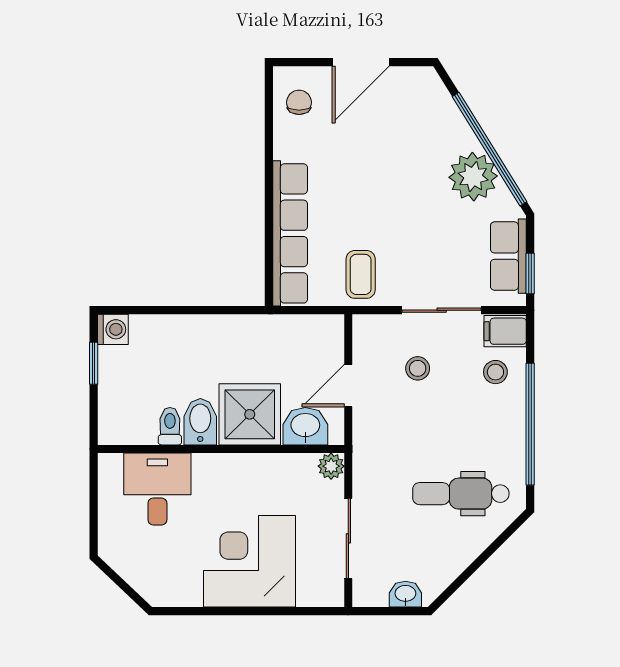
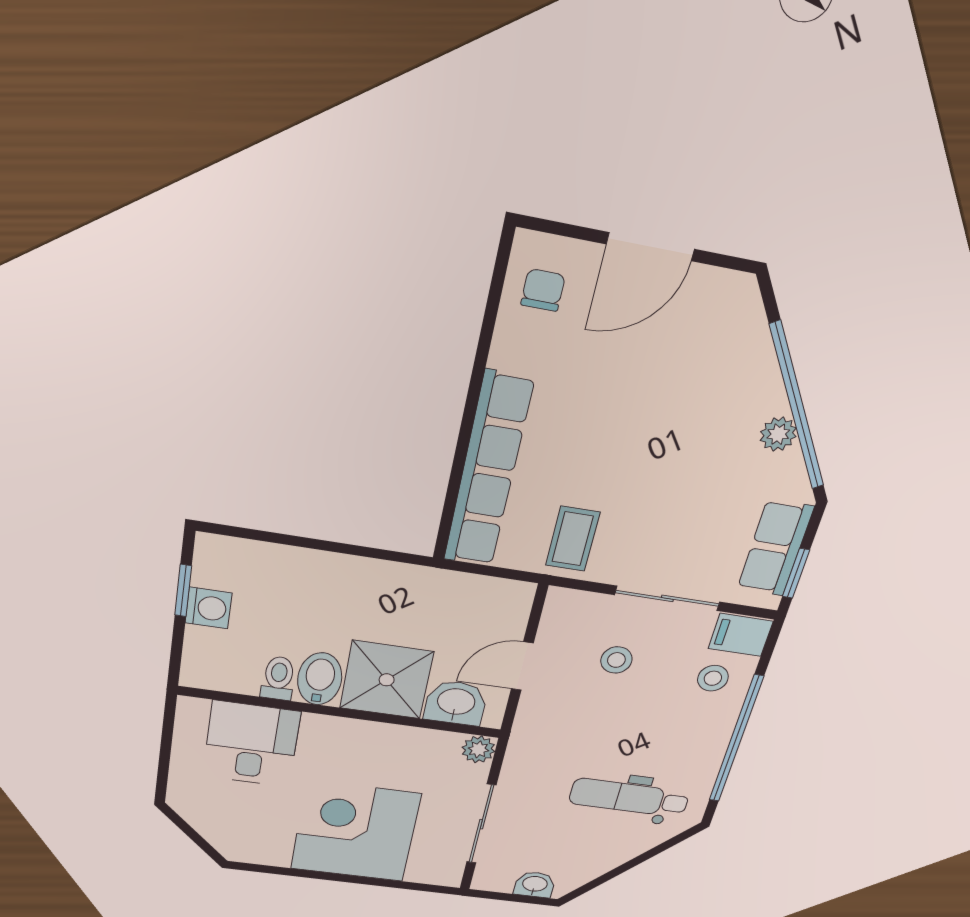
plant: (473, 177) -> (778, 434), width x0.53, depth x0.53
washing machine: (113, 329) -> (209, 608), moved

